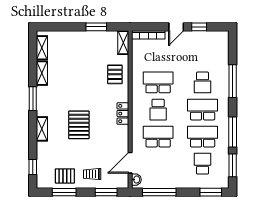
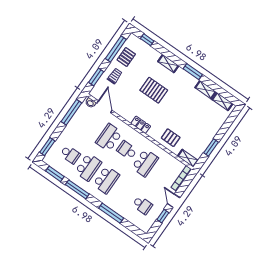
school desk: (203, 82) -> (142, 205), moved, turned 180
school desk: (158, 137) -> (109, 138), turned 180
window: (64, 192) -> (116, 49), width x1.44

